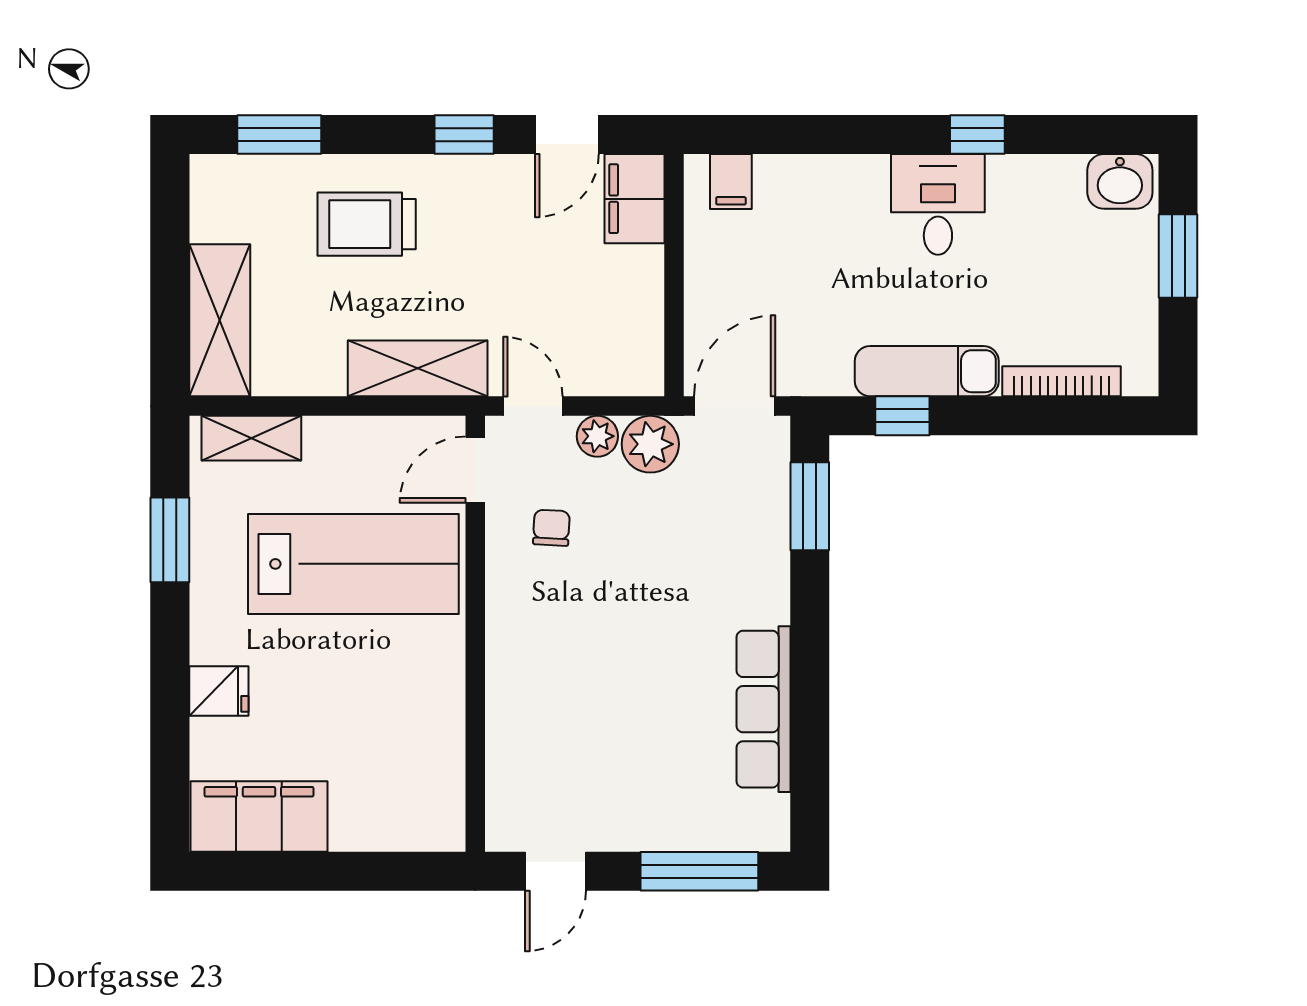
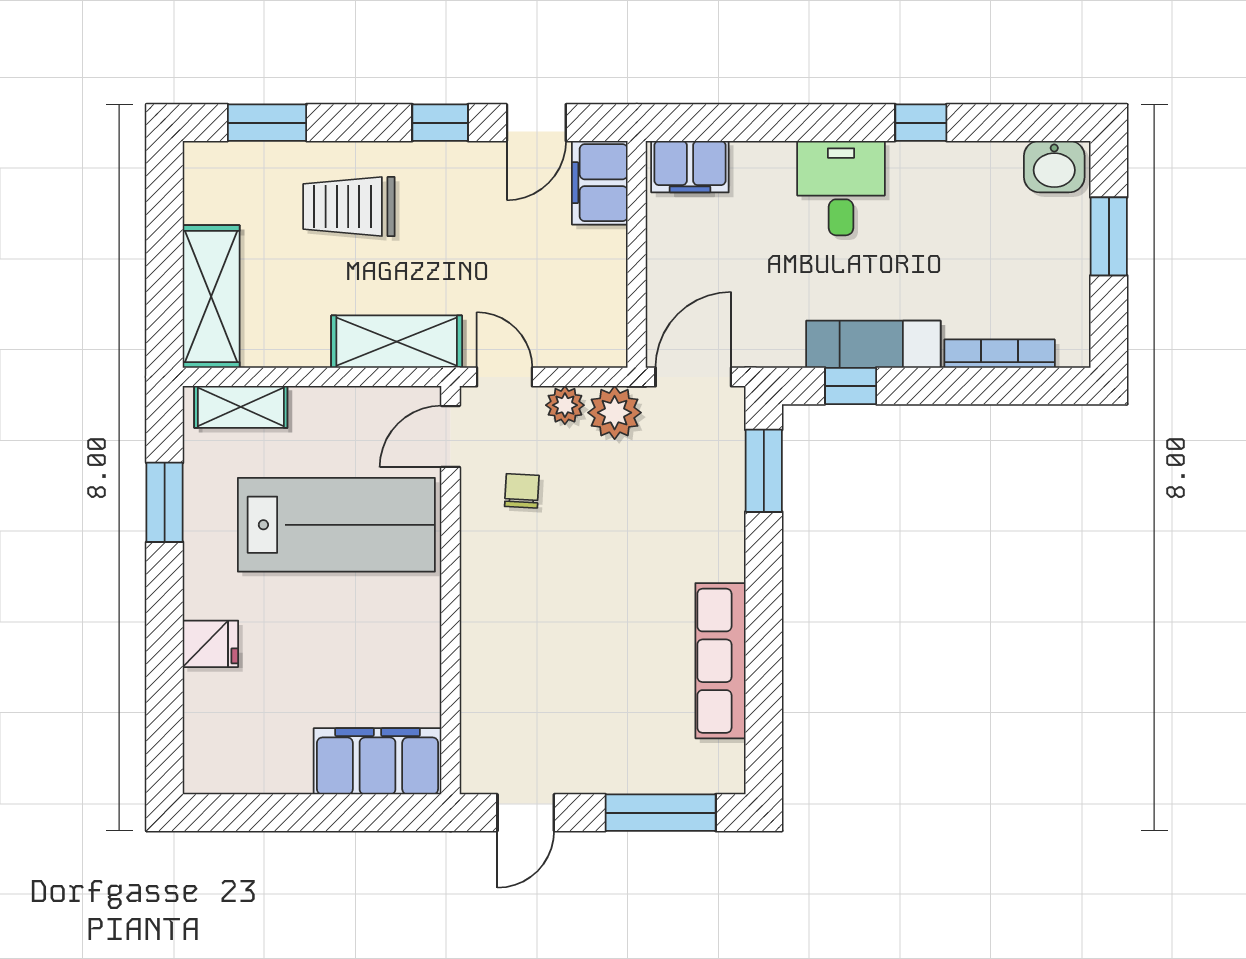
filing cabinet: (731, 182) -> (690, 167), width x2.00
desk: (938, 204) -> (841, 188), moved
filing cabinet: (259, 817) -> (378, 761), moved

